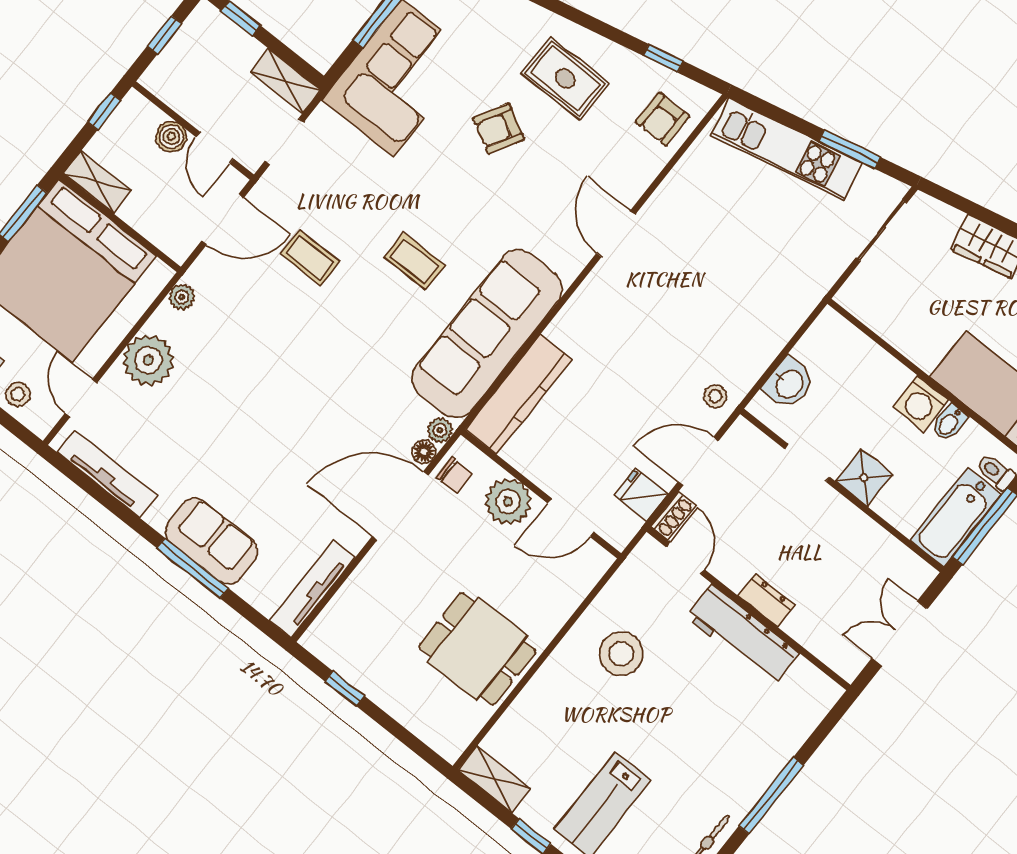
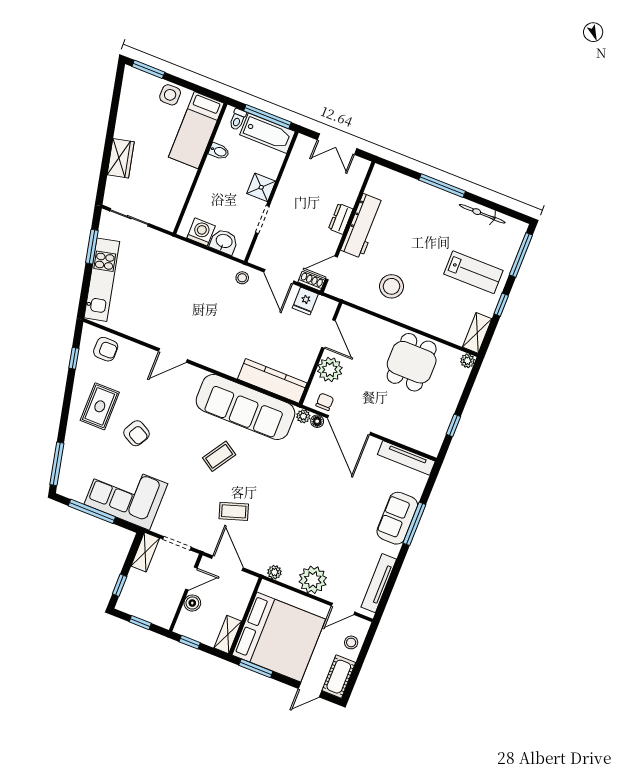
coffee table: (310, 258) -> (234, 511), turned 72
coffee table: (415, 261) -> (219, 456), turned 33
washing machine: (921, 403) -> (201, 232), moved, turned -90
plant: (450, 747) -> (467, 361), added

